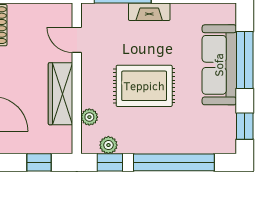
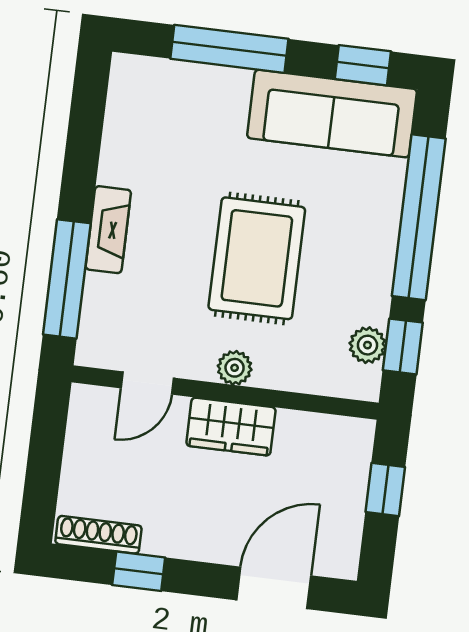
sofa: (219, 65) -> (332, 114), moved
wardrobe: (61, 94) -> (231, 427), width x0.67
plant: (89, 117) -> (235, 368), moved

